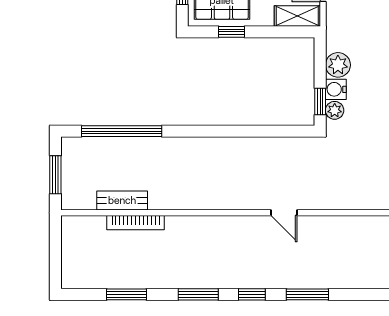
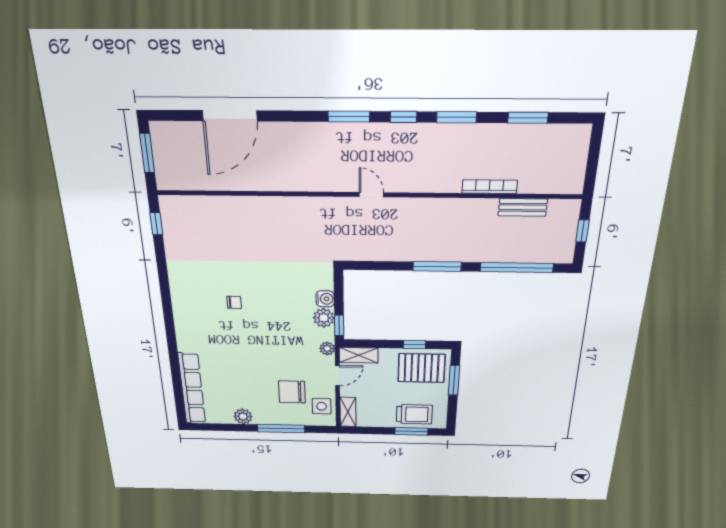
window: (320, 102) -> (339, 325), moved
plant: (335, 110) -> (327, 349), moved
window: (210, 131) -> (437, 266), added
window: (55, 175) -> (582, 231), width x0.67
bookcase: (136, 223) -> (490, 187), moved

